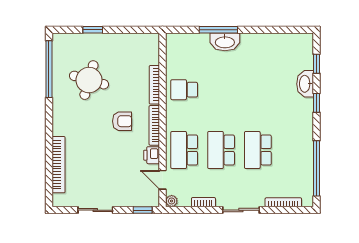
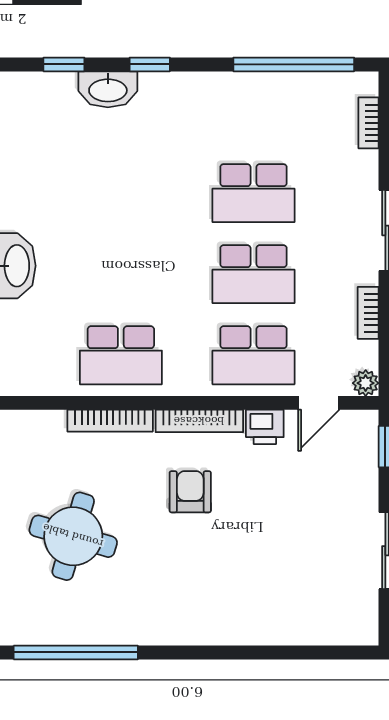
round table: (89, 80) -> (73, 536), moved
school desk: (184, 90) -> (121, 355), width x1.85
bookcase: (58, 165) -> (286, 632), removed
bookcase: (283, 202) -> (368, 123), width x0.64

